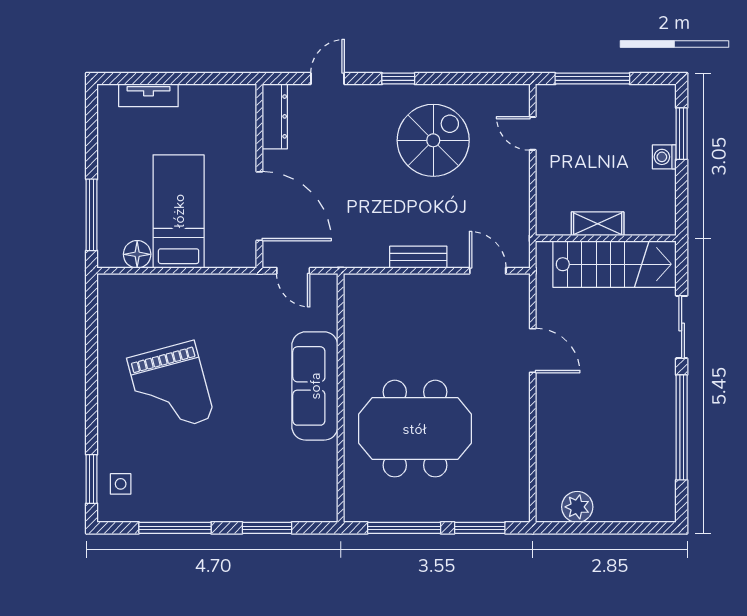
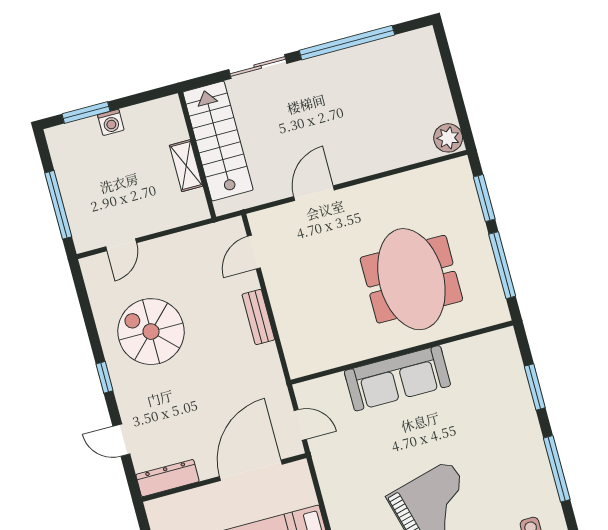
door: (293, 271) -> (300, 425), hinge flipped
plant: (577, 507) -> (448, 138), moved

